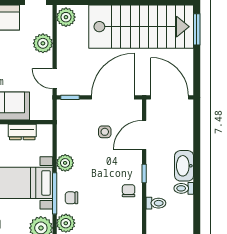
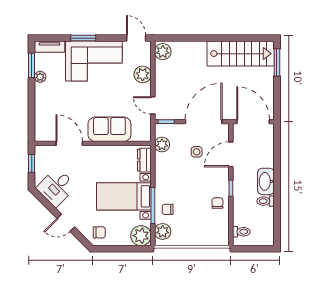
stairs: (141, 27) -> (241, 54), width x0.73, depth x0.66
dresser: (22, 132) -> (144, 160), moved, turned 90
plant: (65, 163) -> (162, 145), moved
toilet: (156, 203) -> (241, 232), moved

